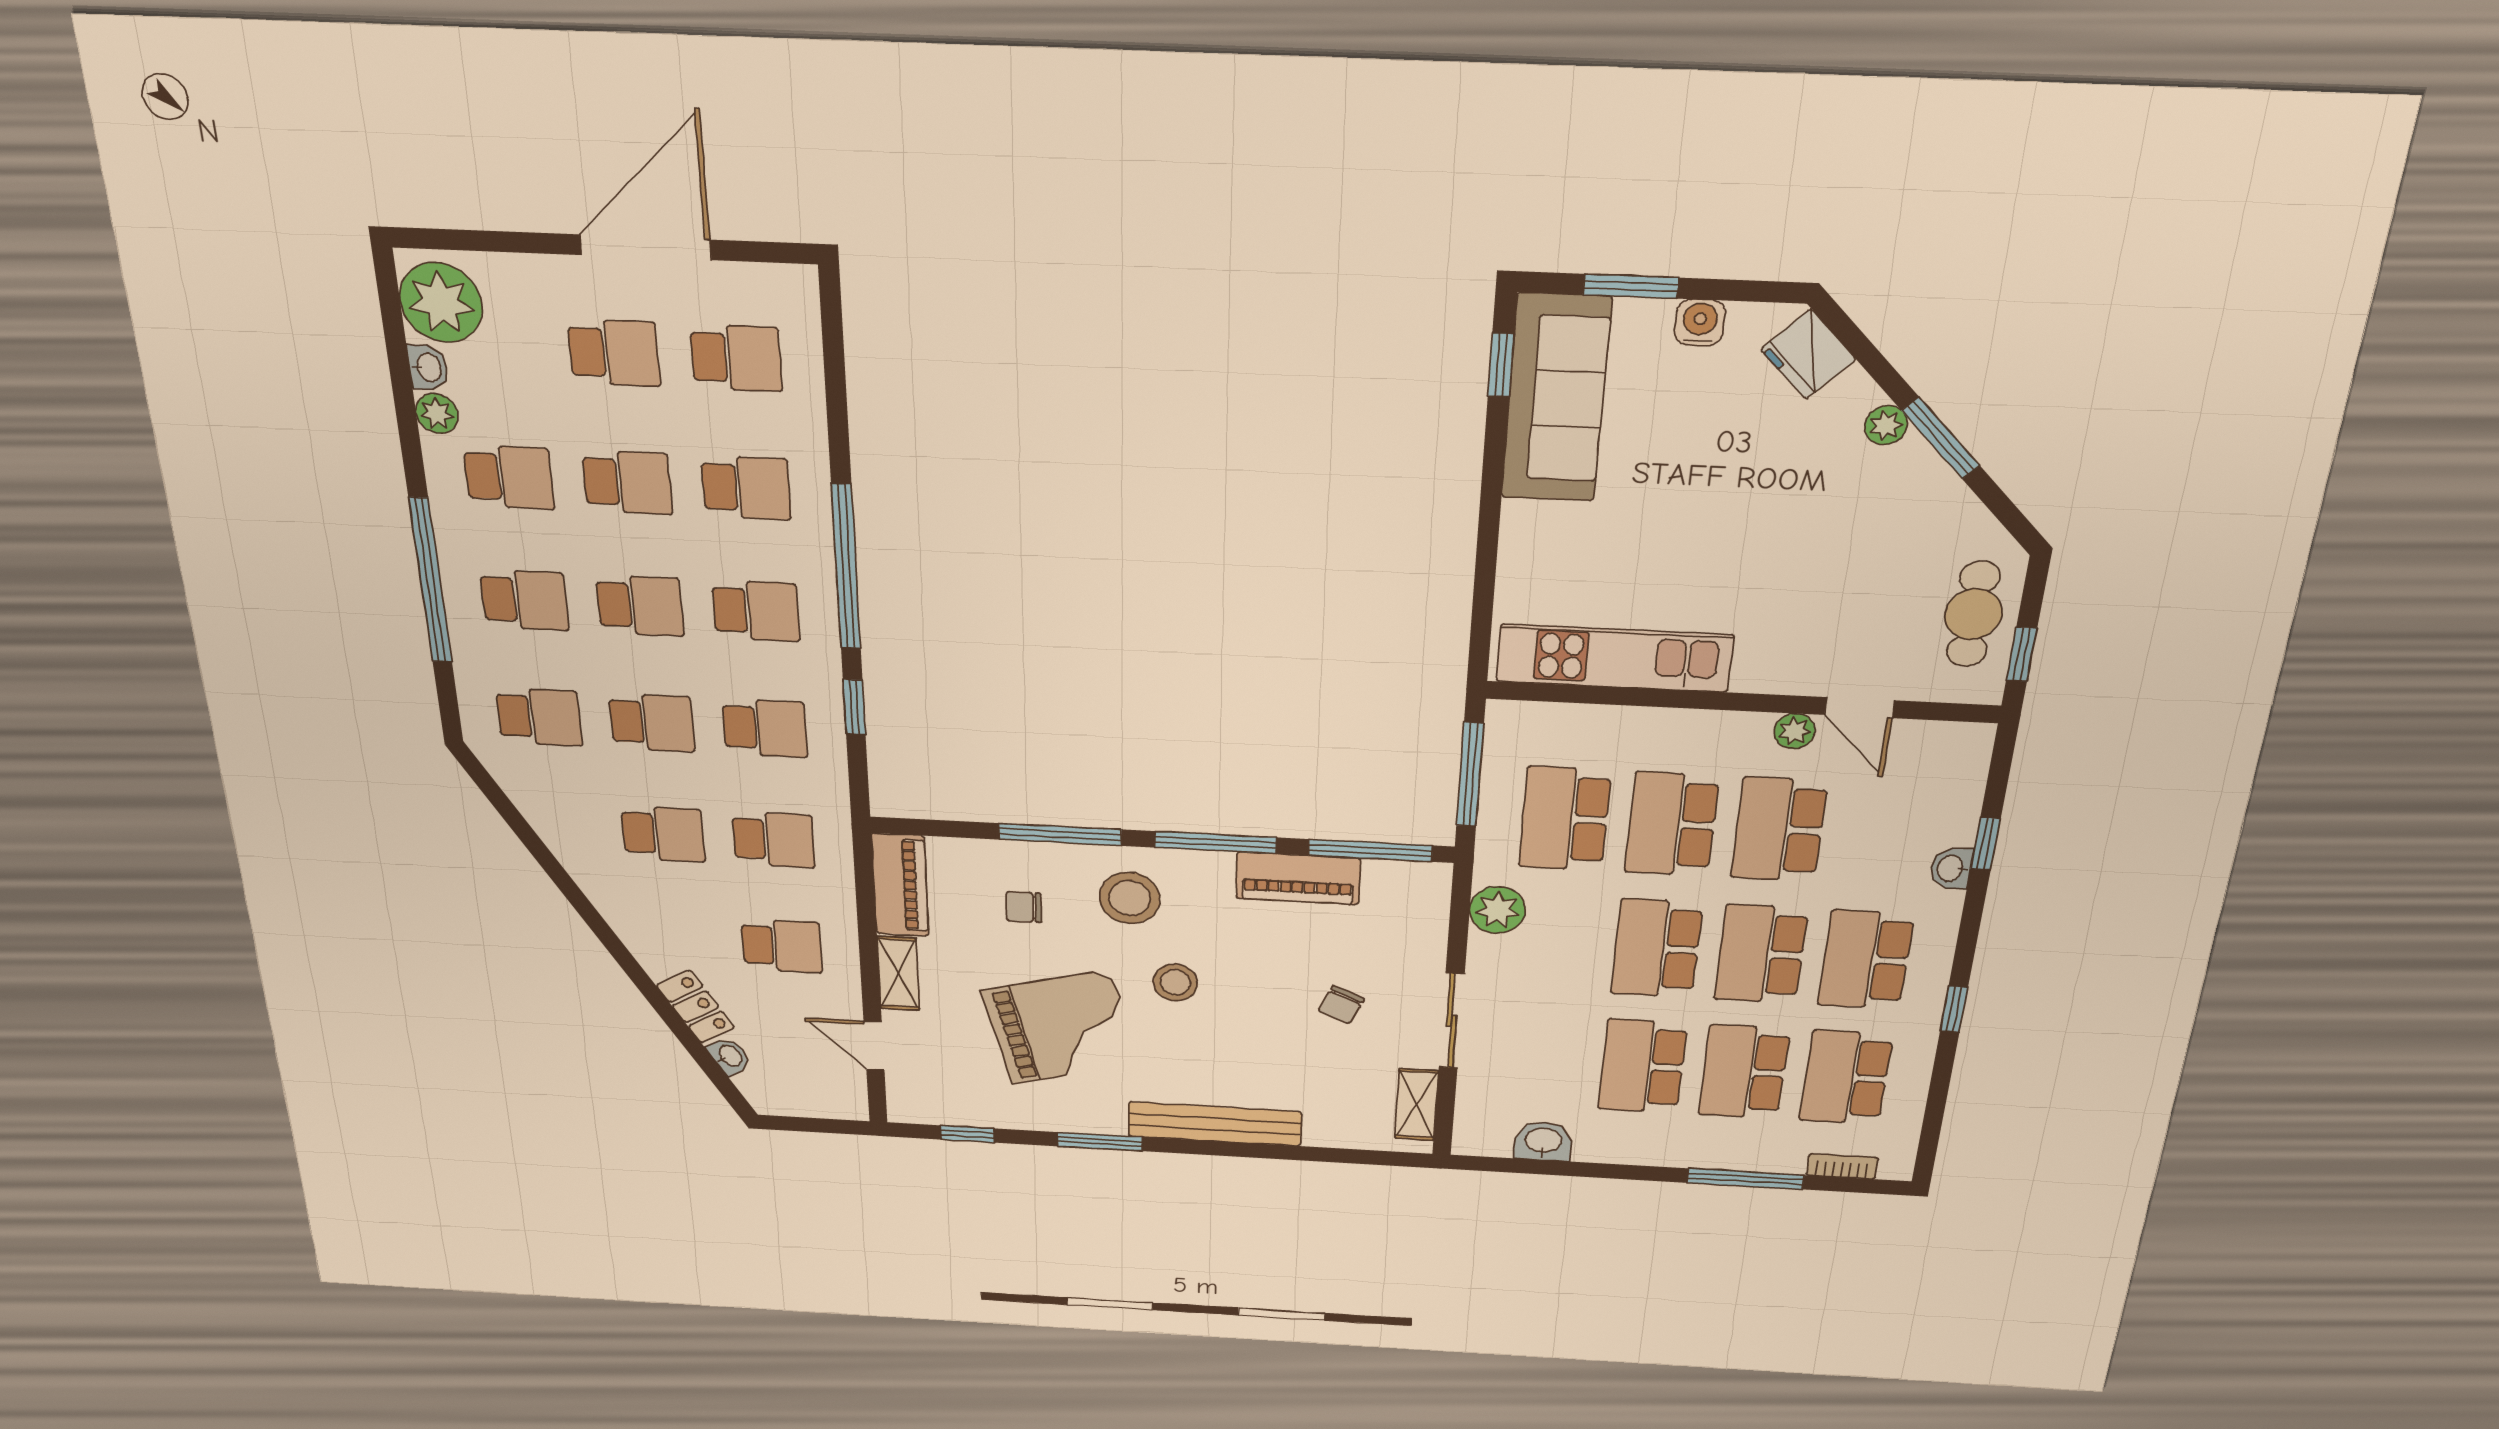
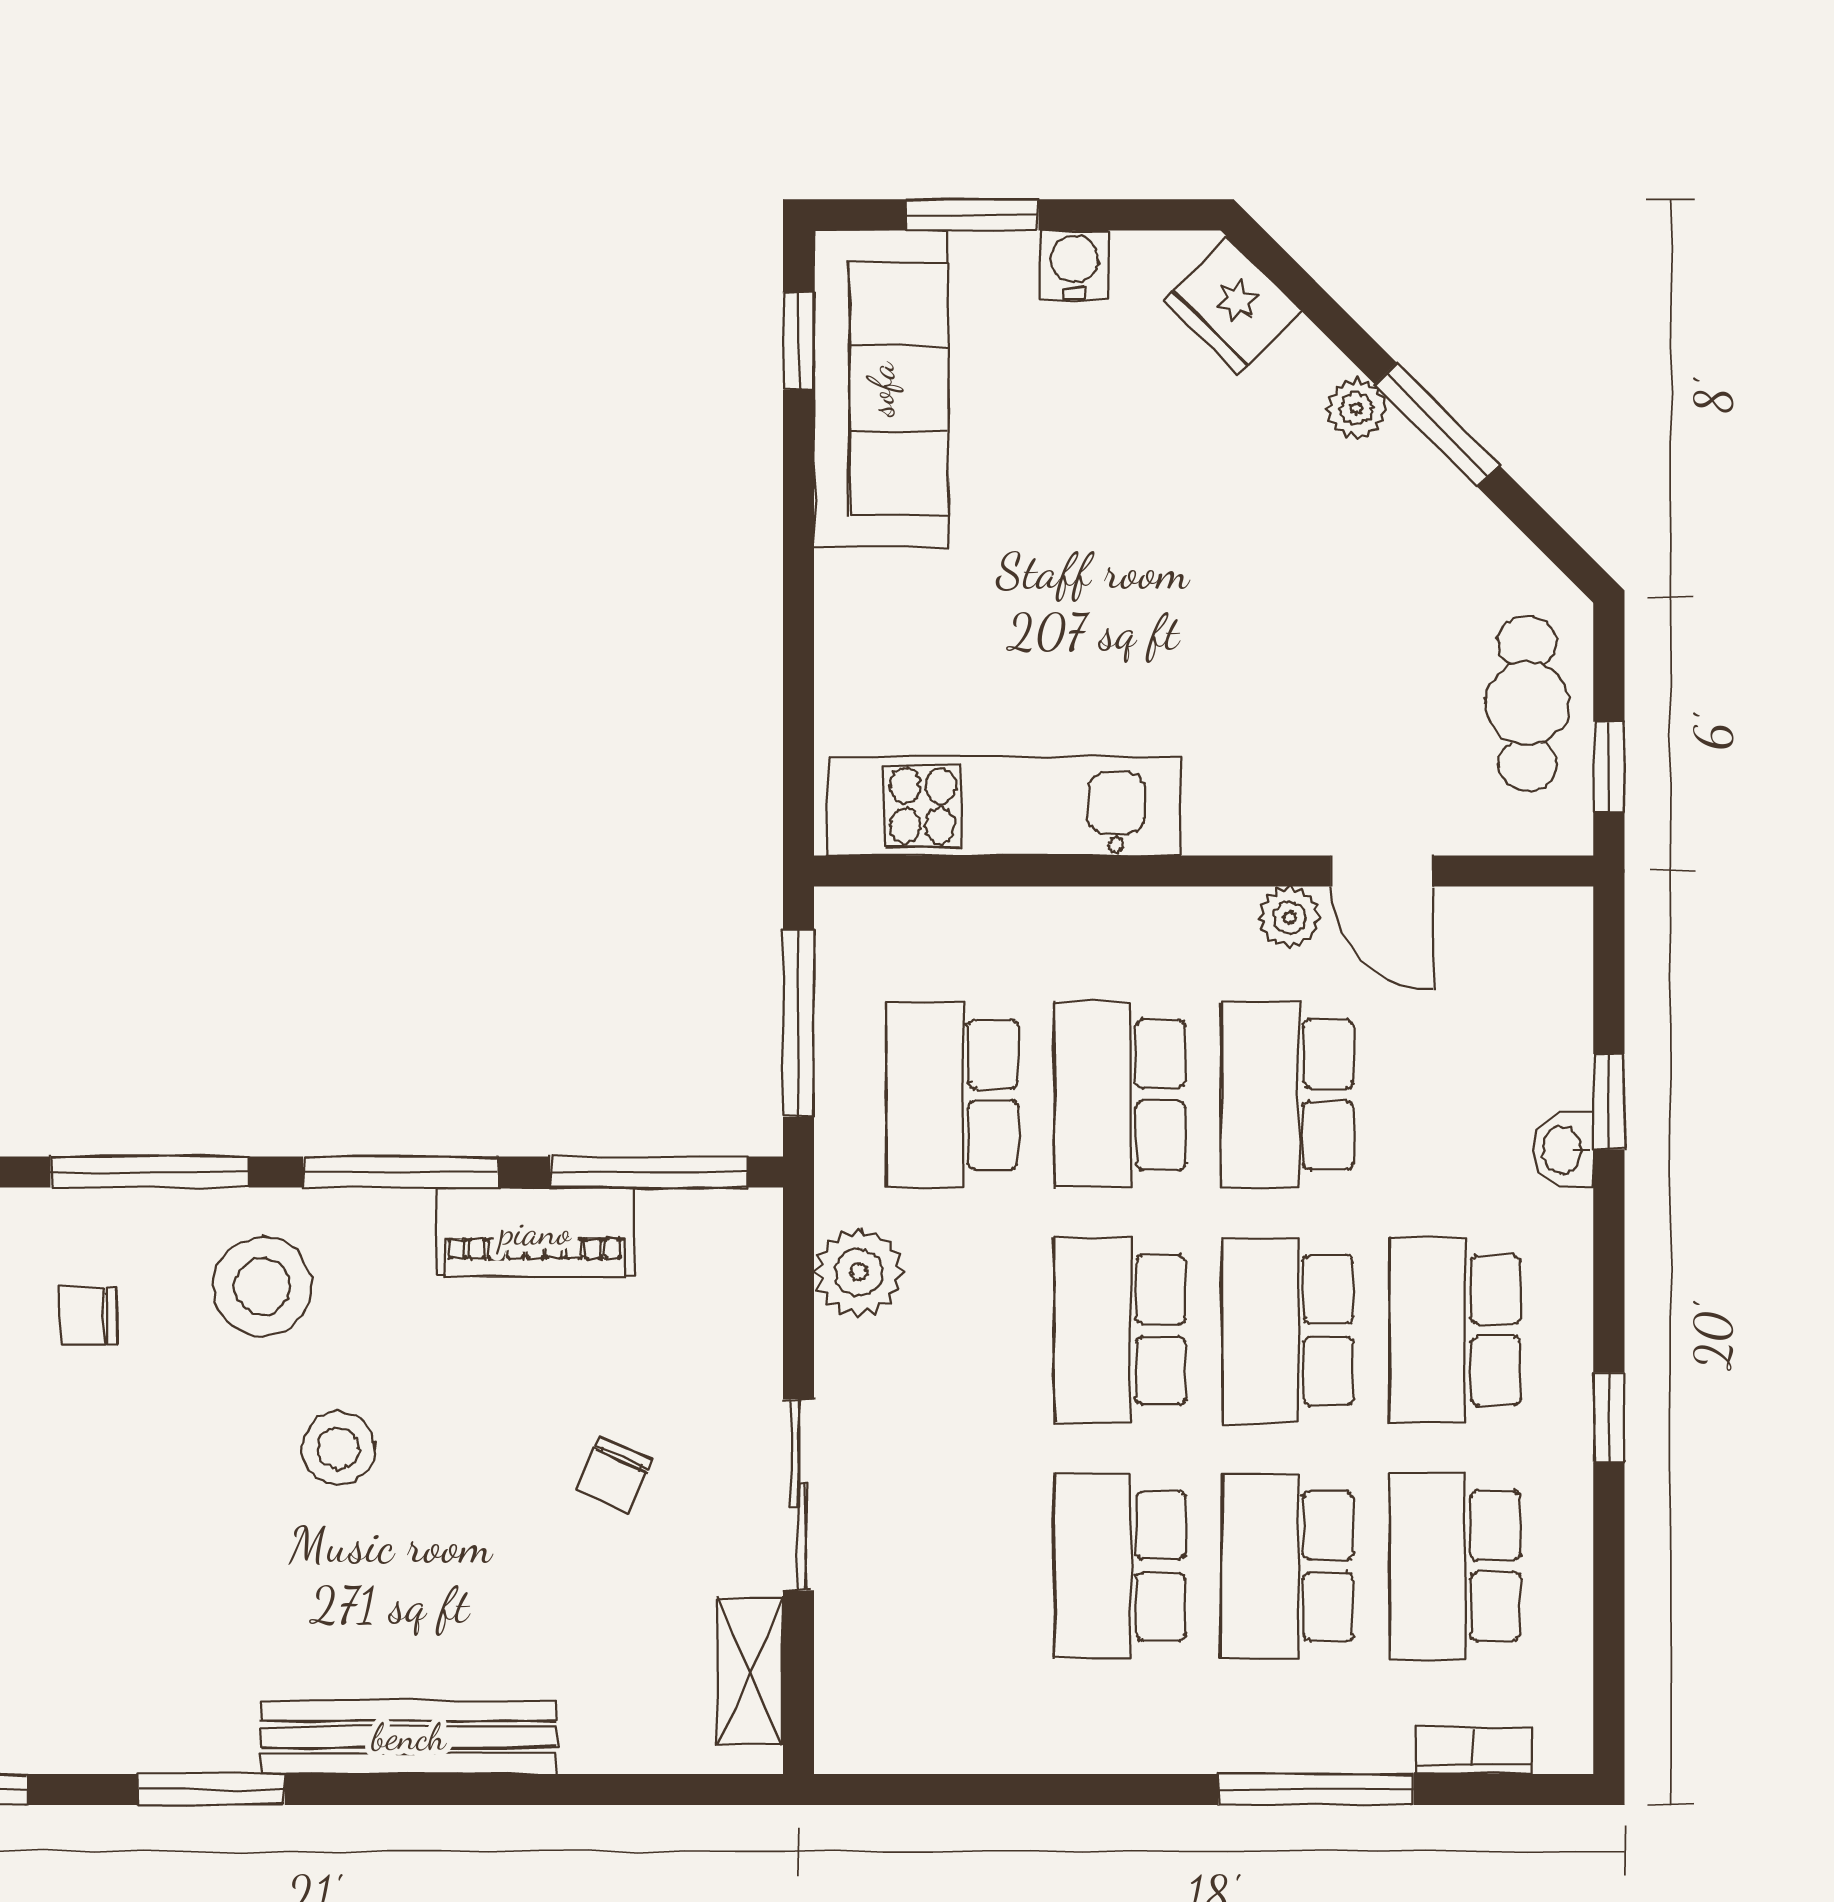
grand piano: (1061, 1027) -> (147, 1552), removed
washbasin: (1543, 1141) -> (969, 1734), removed

